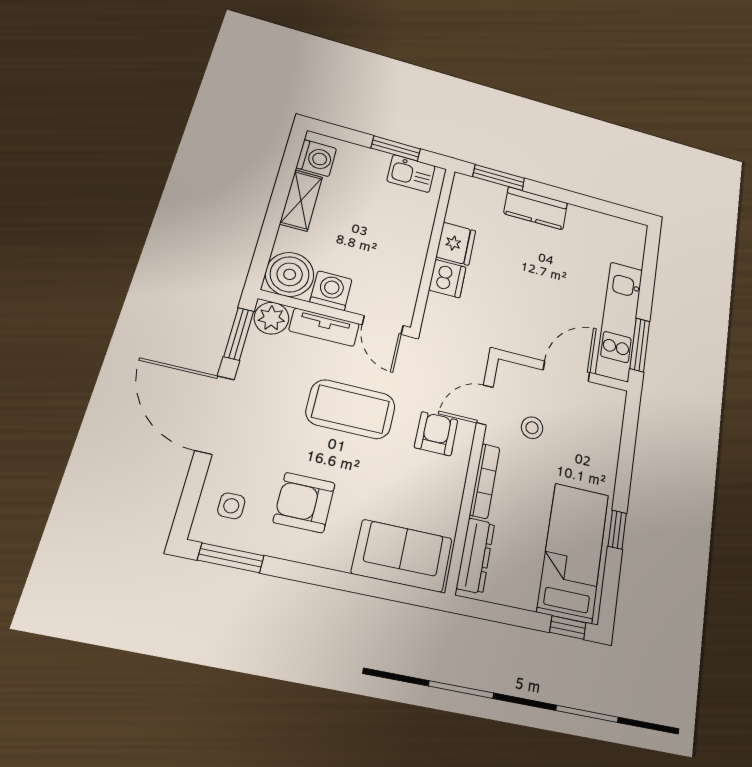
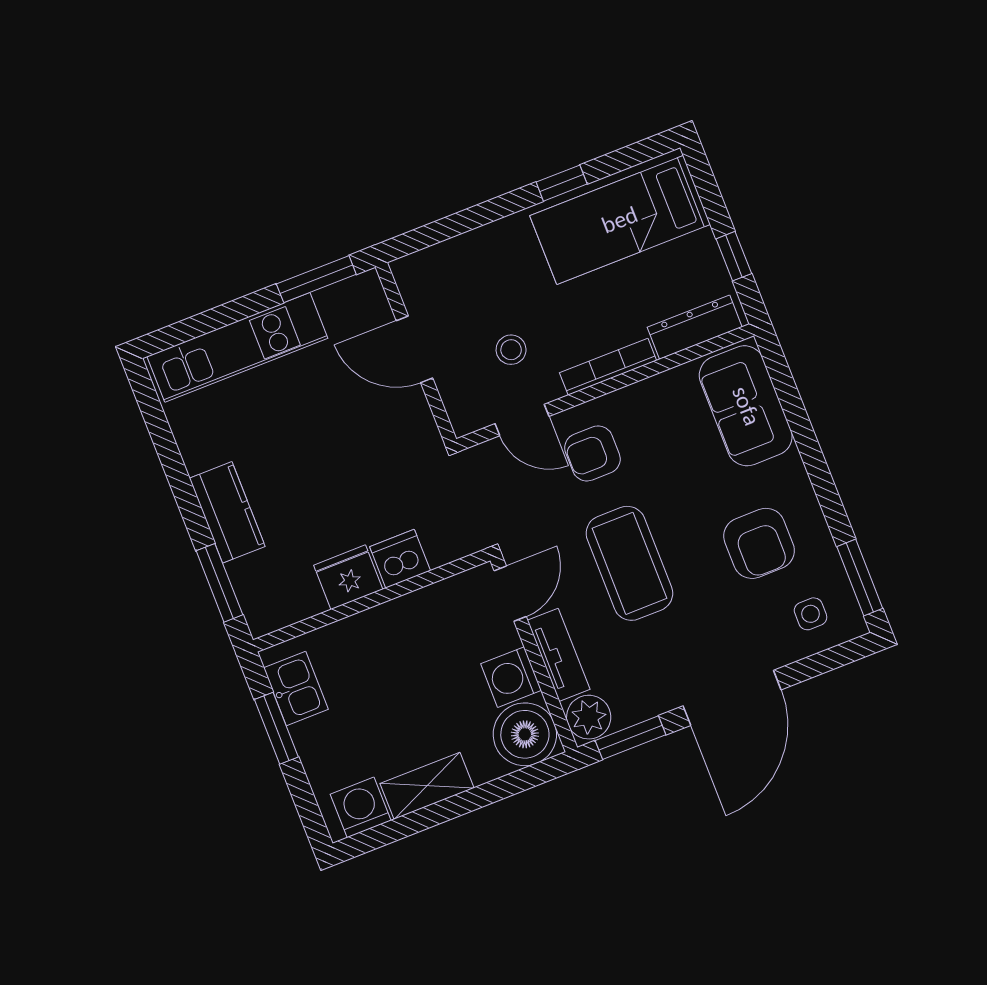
kitchen unit: (619, 321) -> (237, 347), moved
window: (568, 628) -> (734, 256), moved

